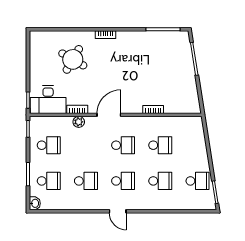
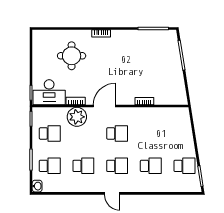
round table: (73, 59) -> (72, 56), turned -30
plant: (79, 122) -> (77, 117), width x1.88, depth x1.88
school desk: (160, 145) -> (151, 133), removed

